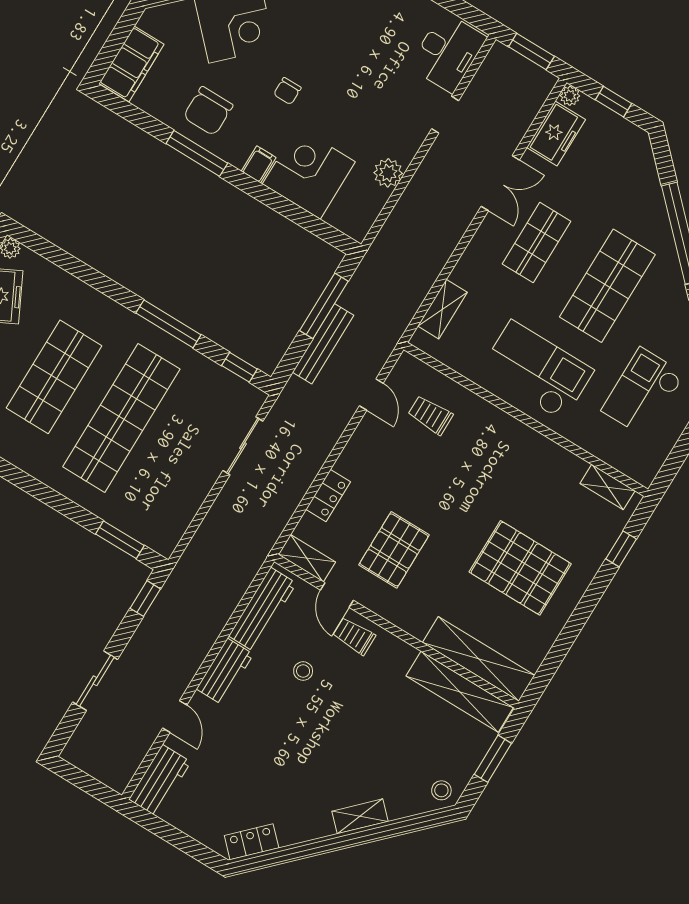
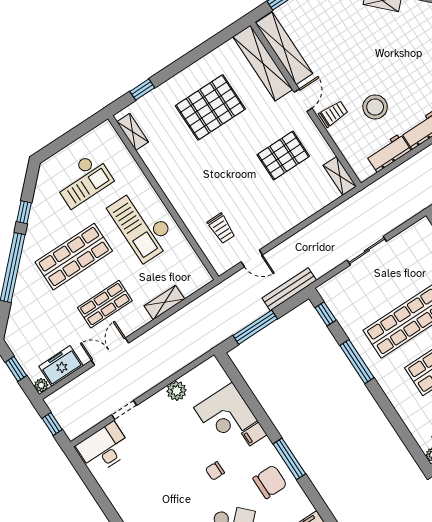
window: (531, 52) -> (52, 424), width x0.67
chair: (287, 91) -> (215, 471), turned 180
shelving: (442, 309) -> (164, 302), moved
bench: (323, 344) -> (289, 289), moved
door: (371, 395) -> (252, 258), swing flipped
sliding door: (243, 446) -> (367, 251), moved
locker: (328, 496) -> (308, 208), removed
pallet: (520, 568) -> (210, 107), turned 90
door: (337, 595) -> (303, 100), moved
workbench: (262, 609) -> (389, 153), width x0.73
trolley: (354, 636) -> (333, 114), turned -90
stool: (303, 671) -> (375, 107), width x1.89, depth x1.89

